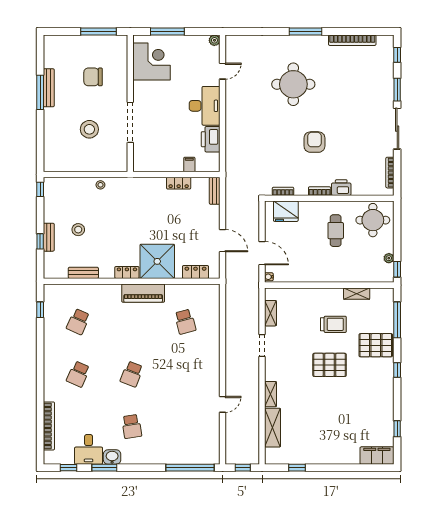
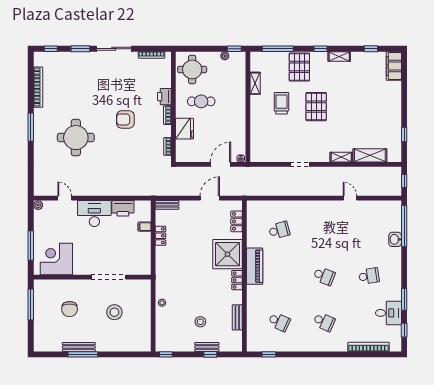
fridge: (286, 211) -> (185, 129), moved
shelving: (271, 313) -> (339, 56), moved
washbasin: (112, 457) -> (395, 239), moved

